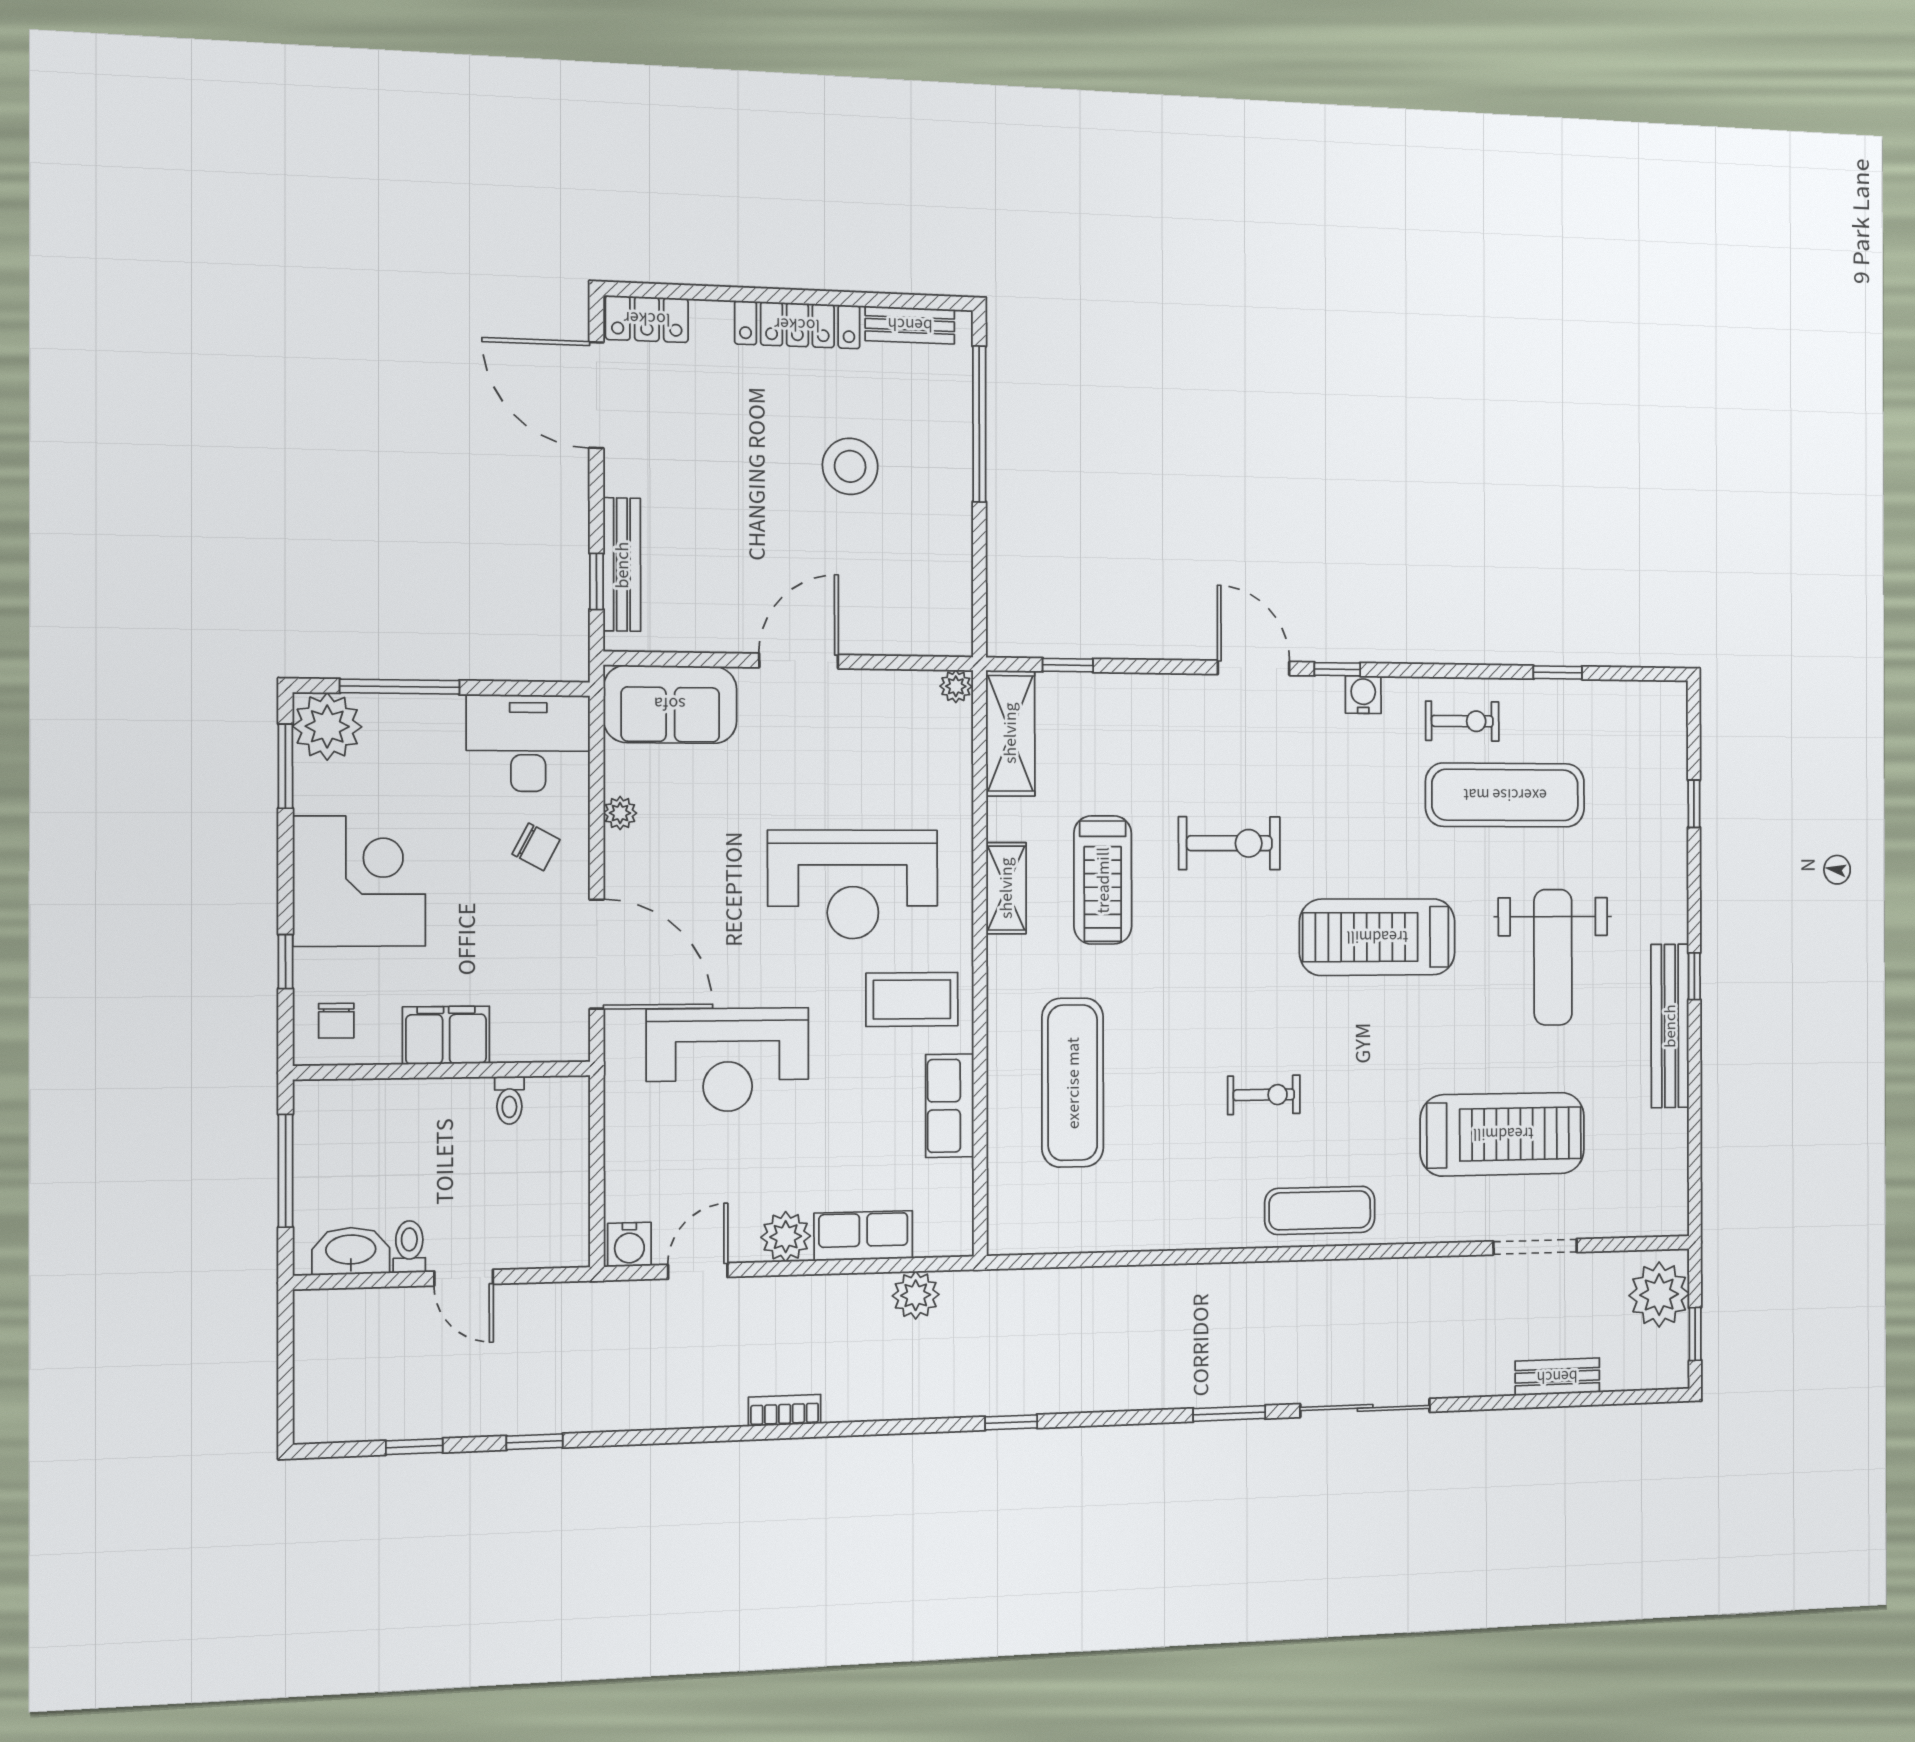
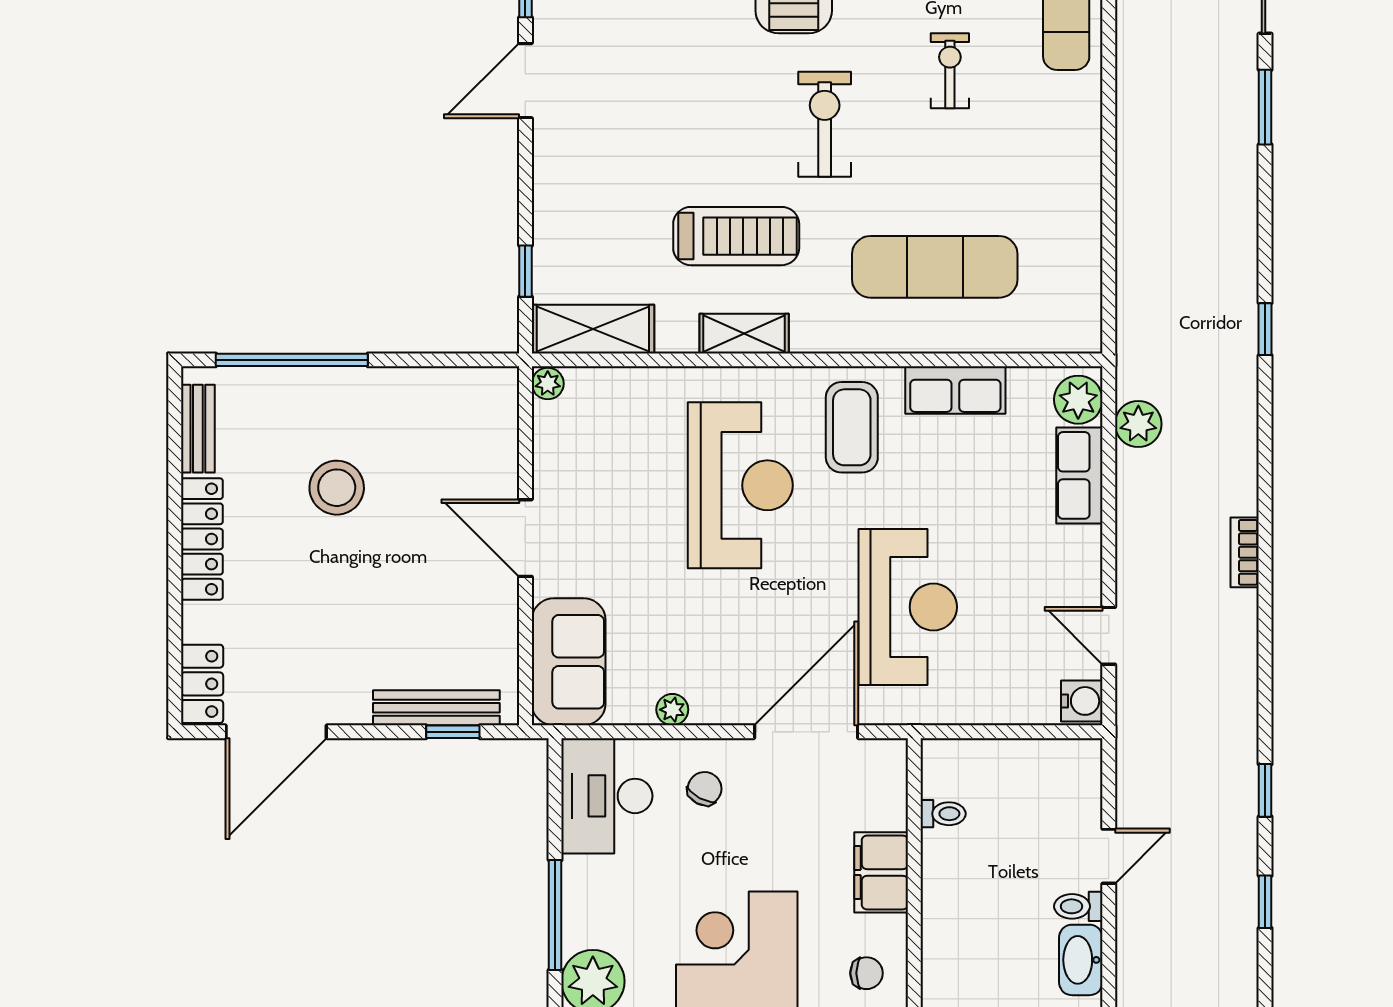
exercise bike: (1229, 843) -> (825, 124), moved
plant: (786, 1237) -> (1078, 400), moved

